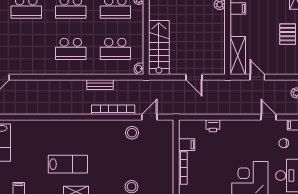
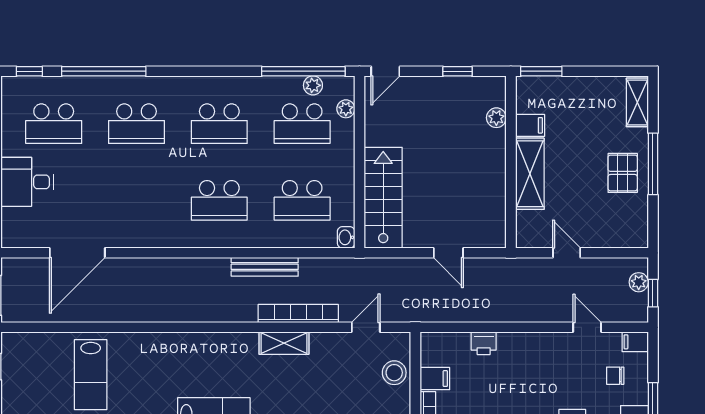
shelving: (238, 55) -> (530, 174), moved
bench: (100, 85) -> (265, 267), width x1.36
shelving: (105, 126) -> (284, 343), added
stool: (132, 133) -> (394, 373), moved

